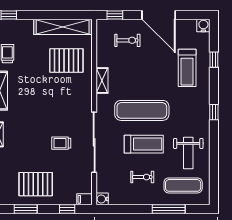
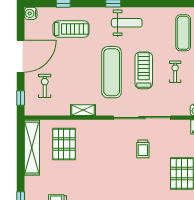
weight bench: (188, 153) -> (127, 23), moved

